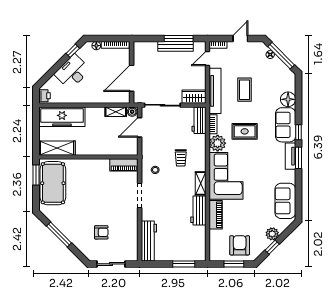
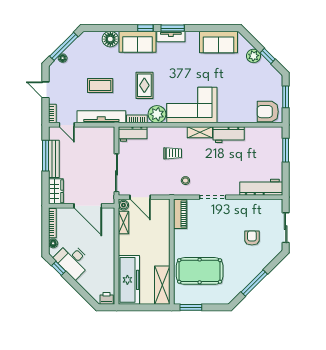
desk: (72, 72) -> (73, 260), moved
wardrobe: (194, 97) -> (56, 191), moved, turned 180
pool table: (53, 183) -> (200, 271), moved
piano: (216, 215) -> (233, 116), removed
armchair: (240, 245) -> (268, 112), moved

